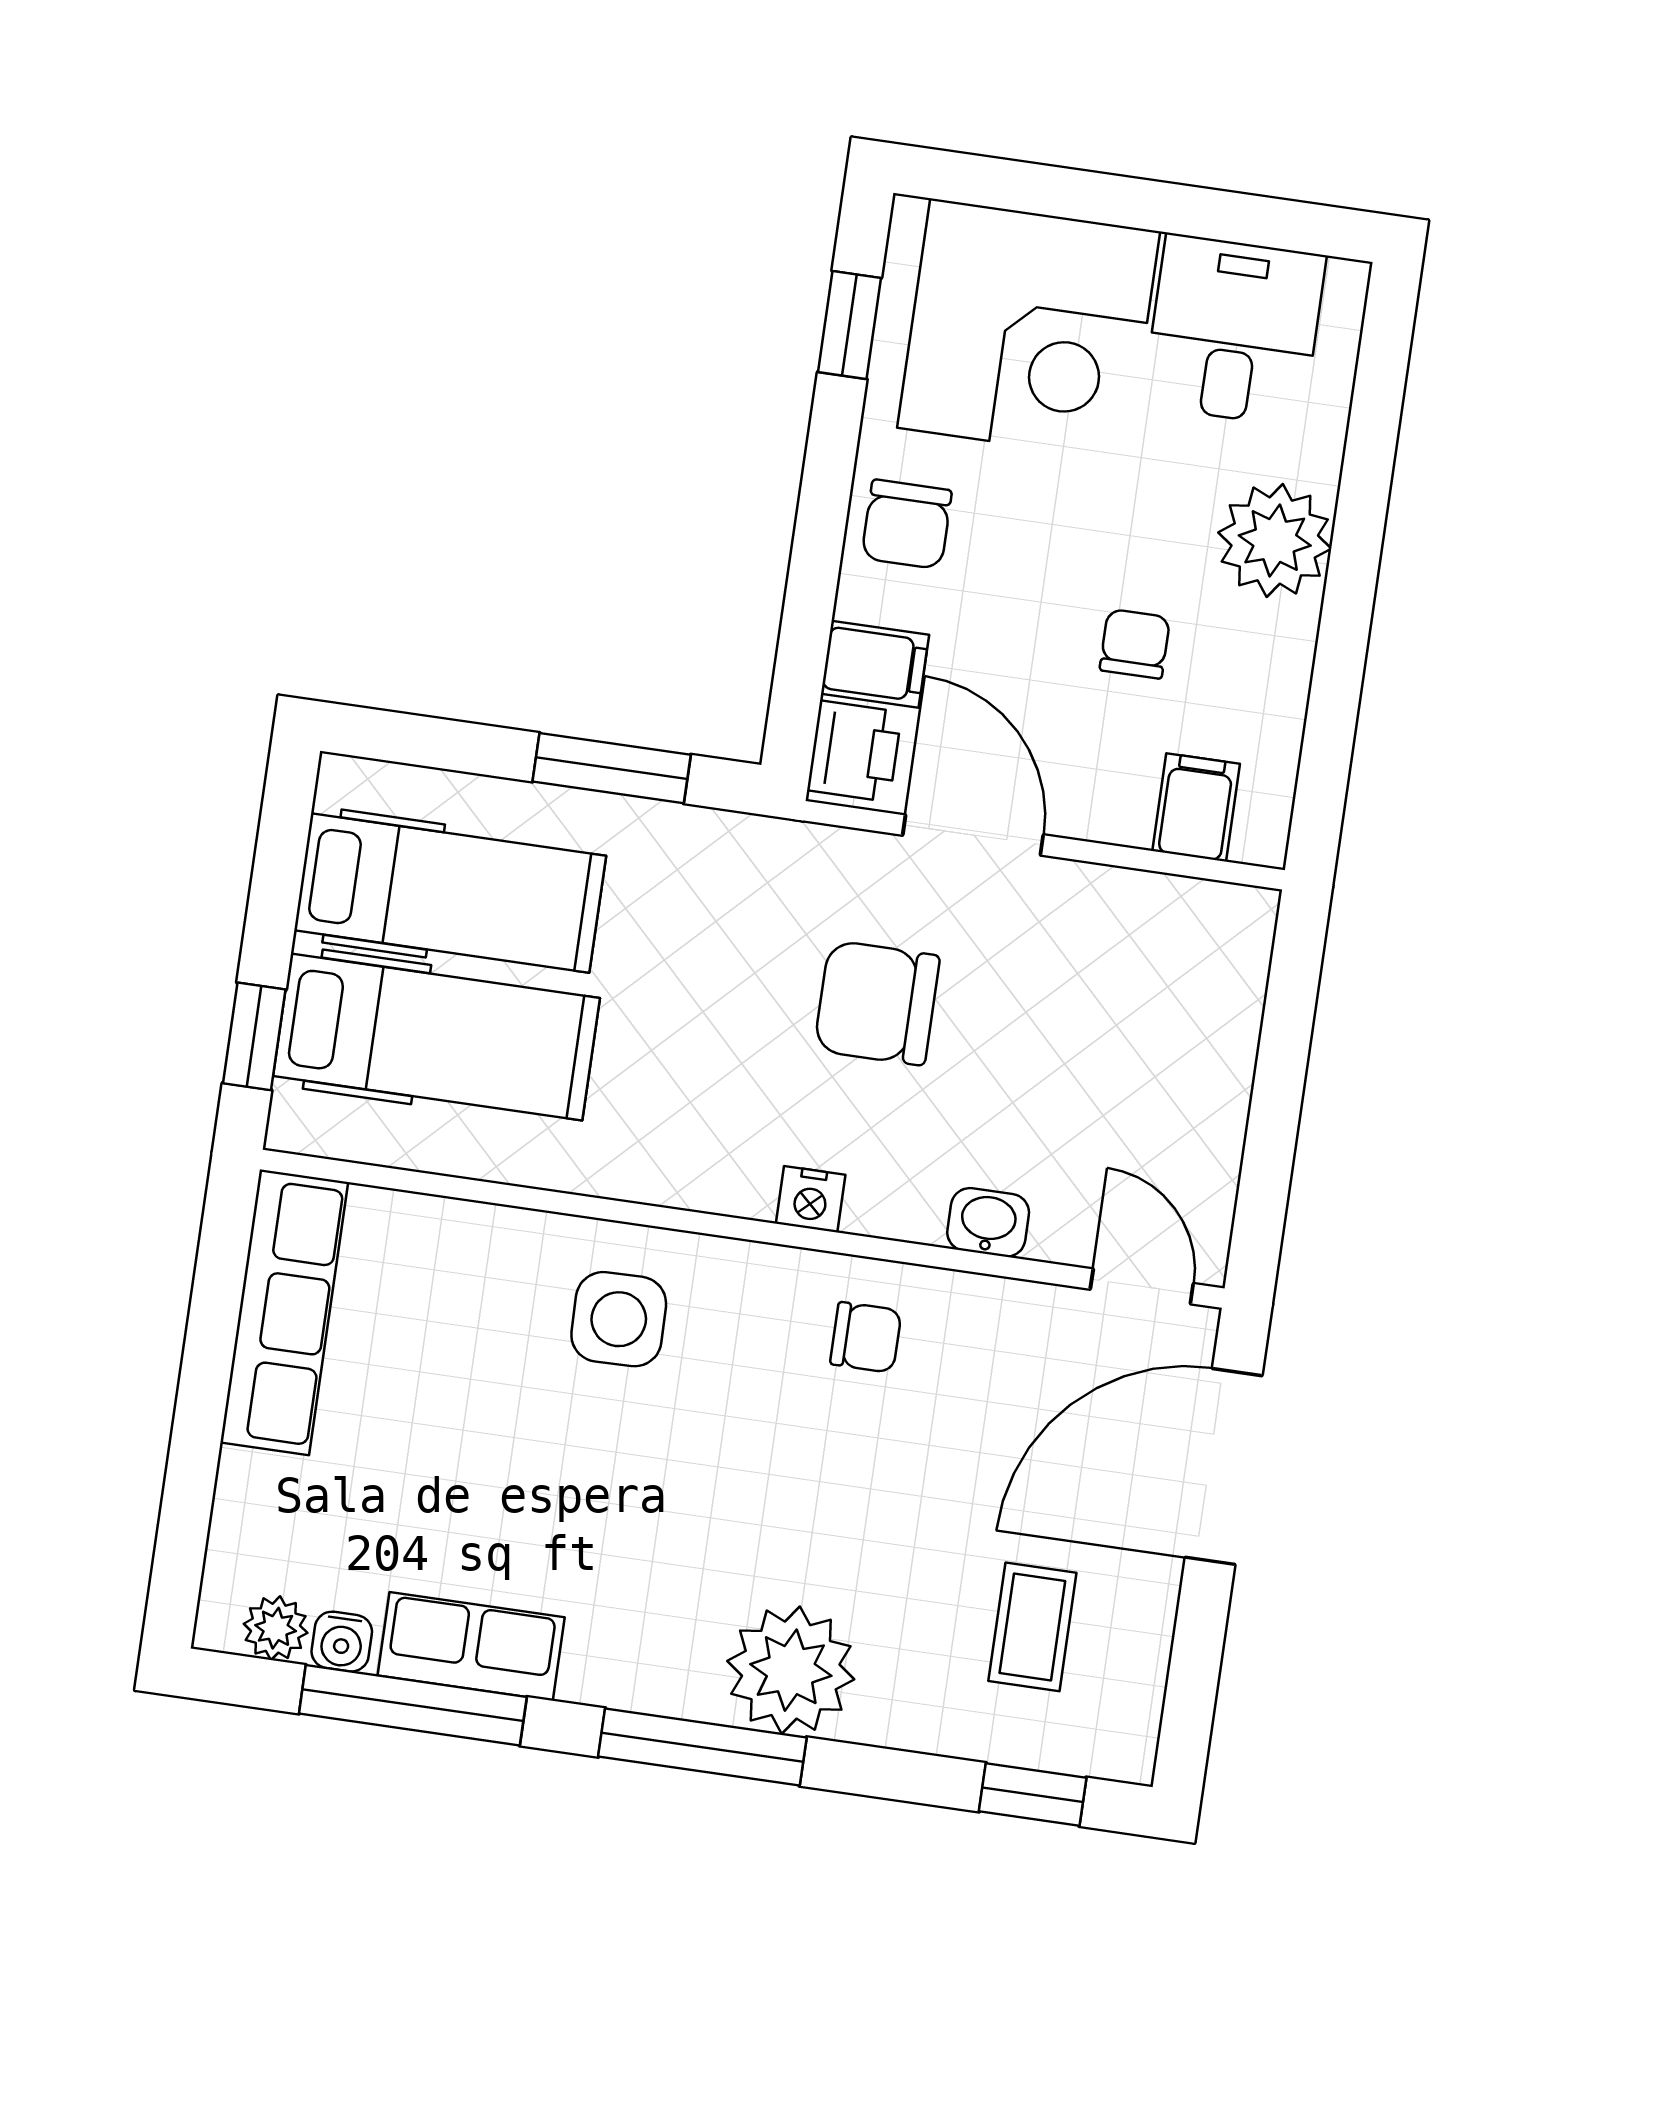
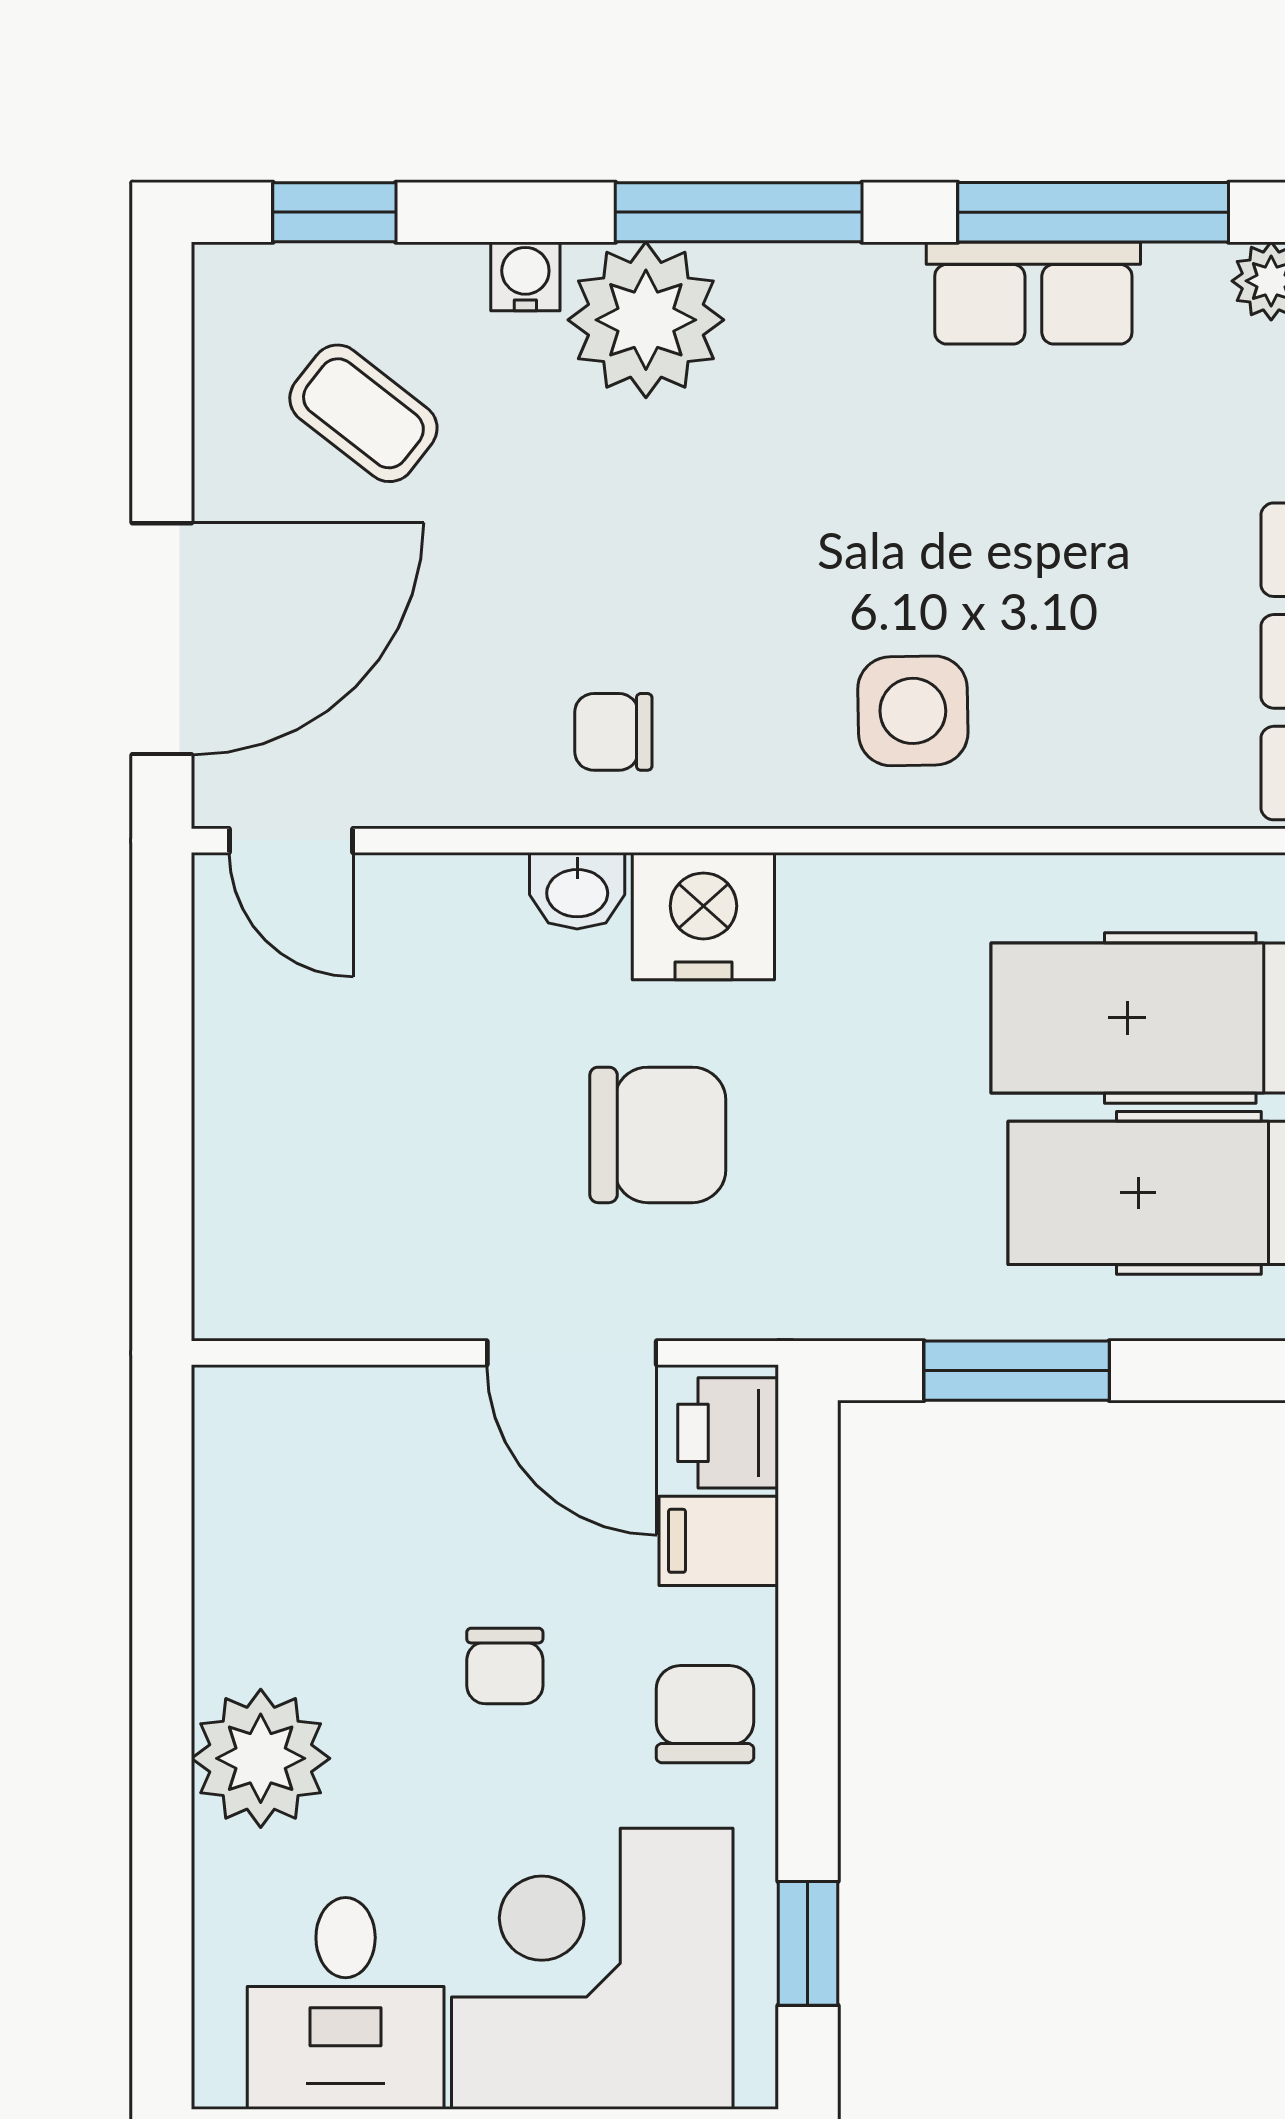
chair: (1135, 644) -> (505, 1666), moved
filing cabinet: (1196, 807) -> (309, 1425), removed
nightstand: (811, 1199) -> (703, 916), width x1.89, depth x1.79
washbasin: (988, 1222) -> (577, 891), moved
coffee table: (1032, 1627) -> (363, 413), turned -52
water cooler: (342, 1642) -> (525, 276), moved

